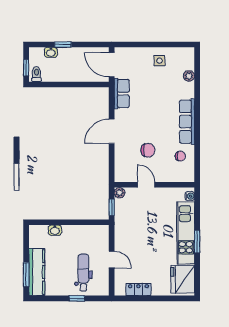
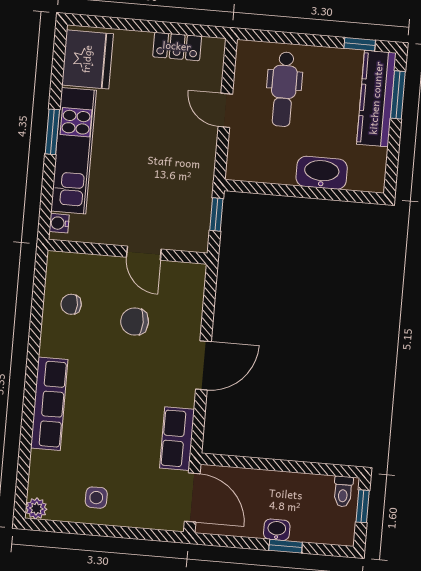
washbasin: (51, 52) -> (277, 530), moved
plant: (189, 76) -> (36, 509), moved
row of seats: (187, 122) -> (49, 404), moved
plant: (120, 193) -> (198, 242), removed
washbasin: (55, 230) -> (322, 173), width x1.91, depth x1.45
window: (77, 298) -> (360, 44), moved

